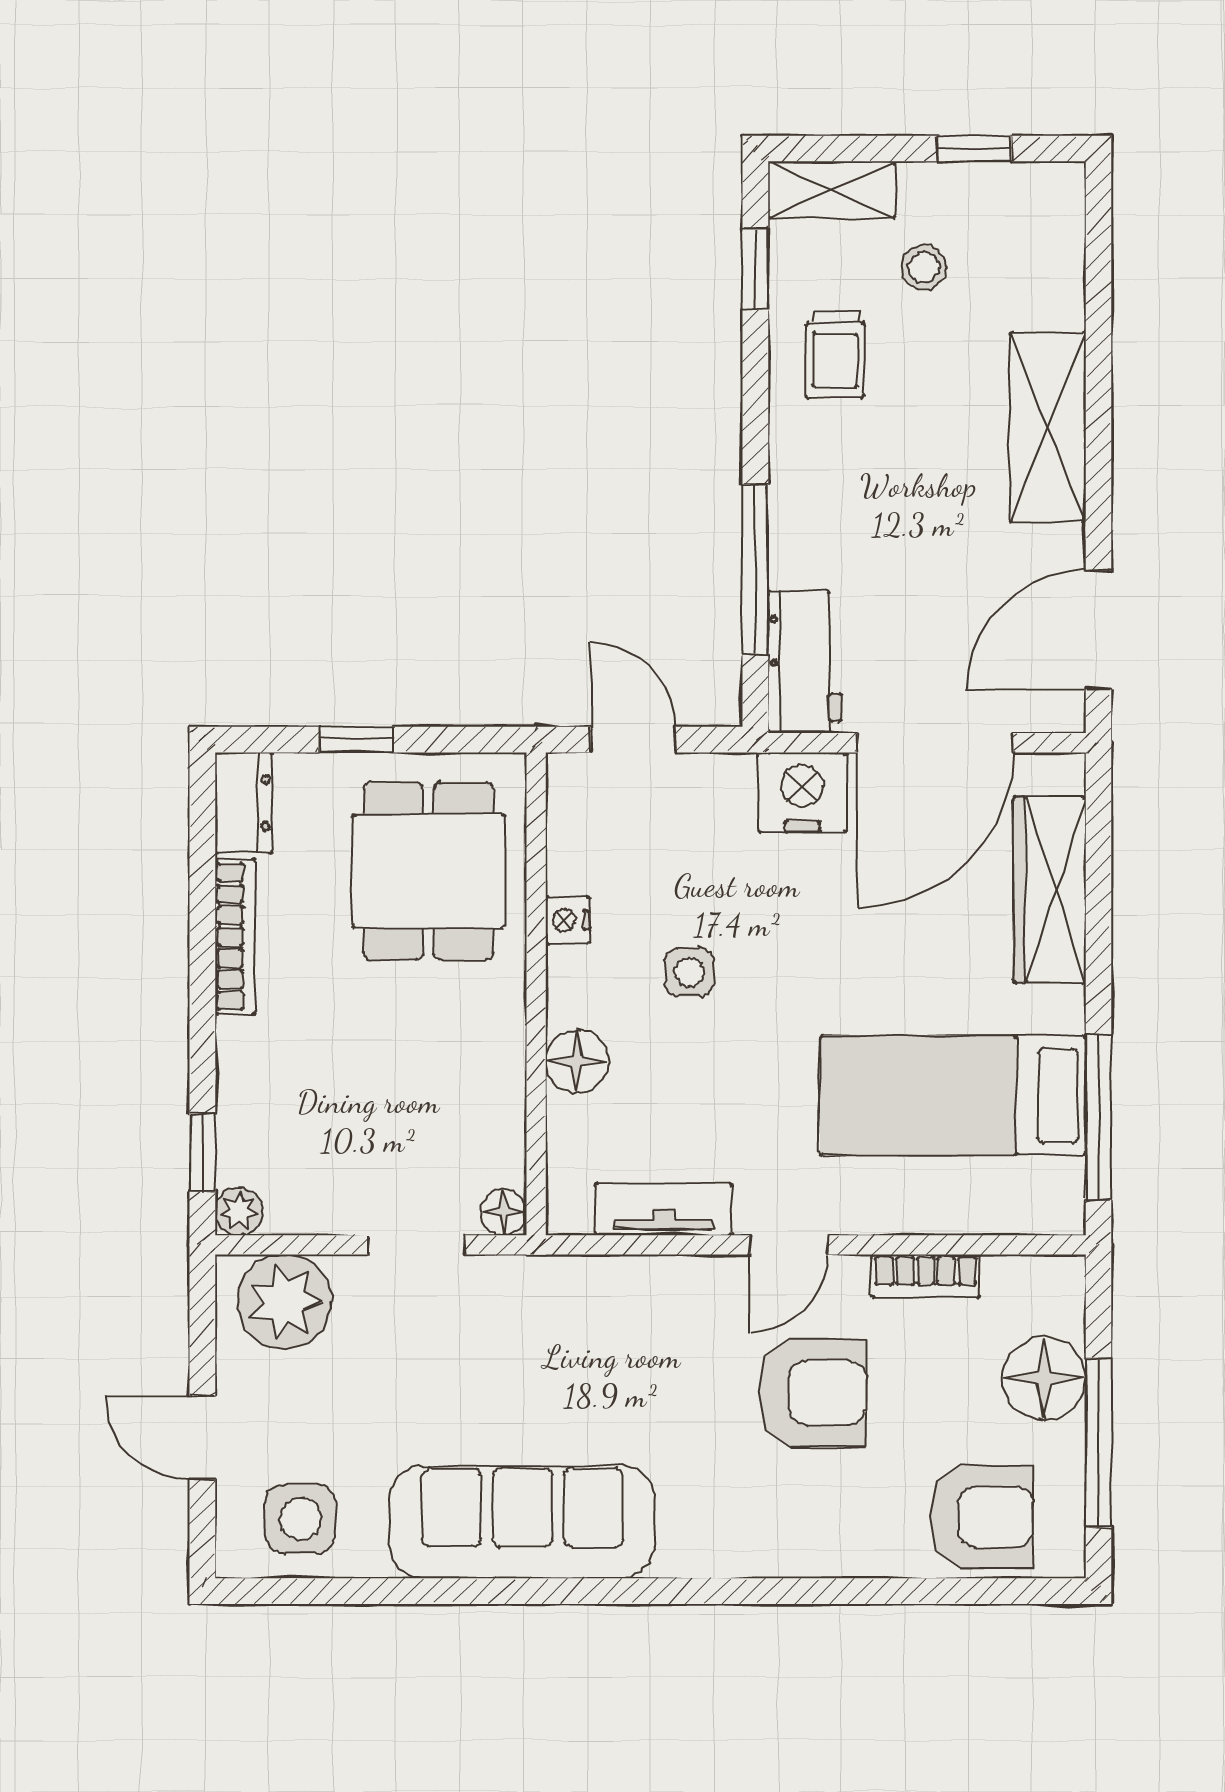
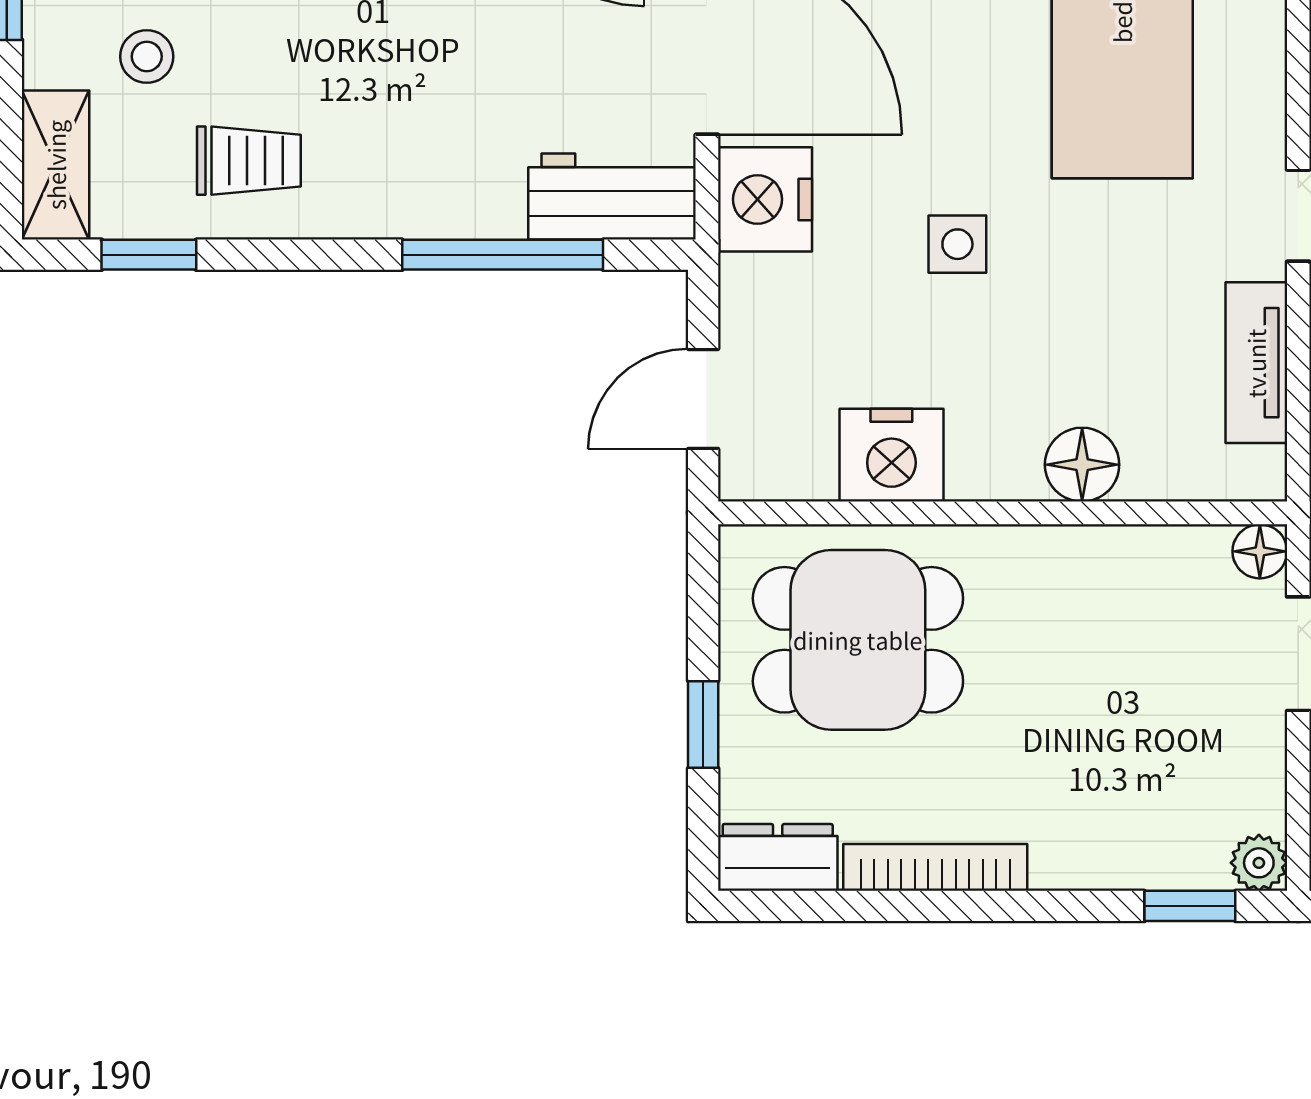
nightstand: (568, 920) -> (891, 455), width x1.89, depth x1.79
side table: (689, 972) -> (957, 244), moved

